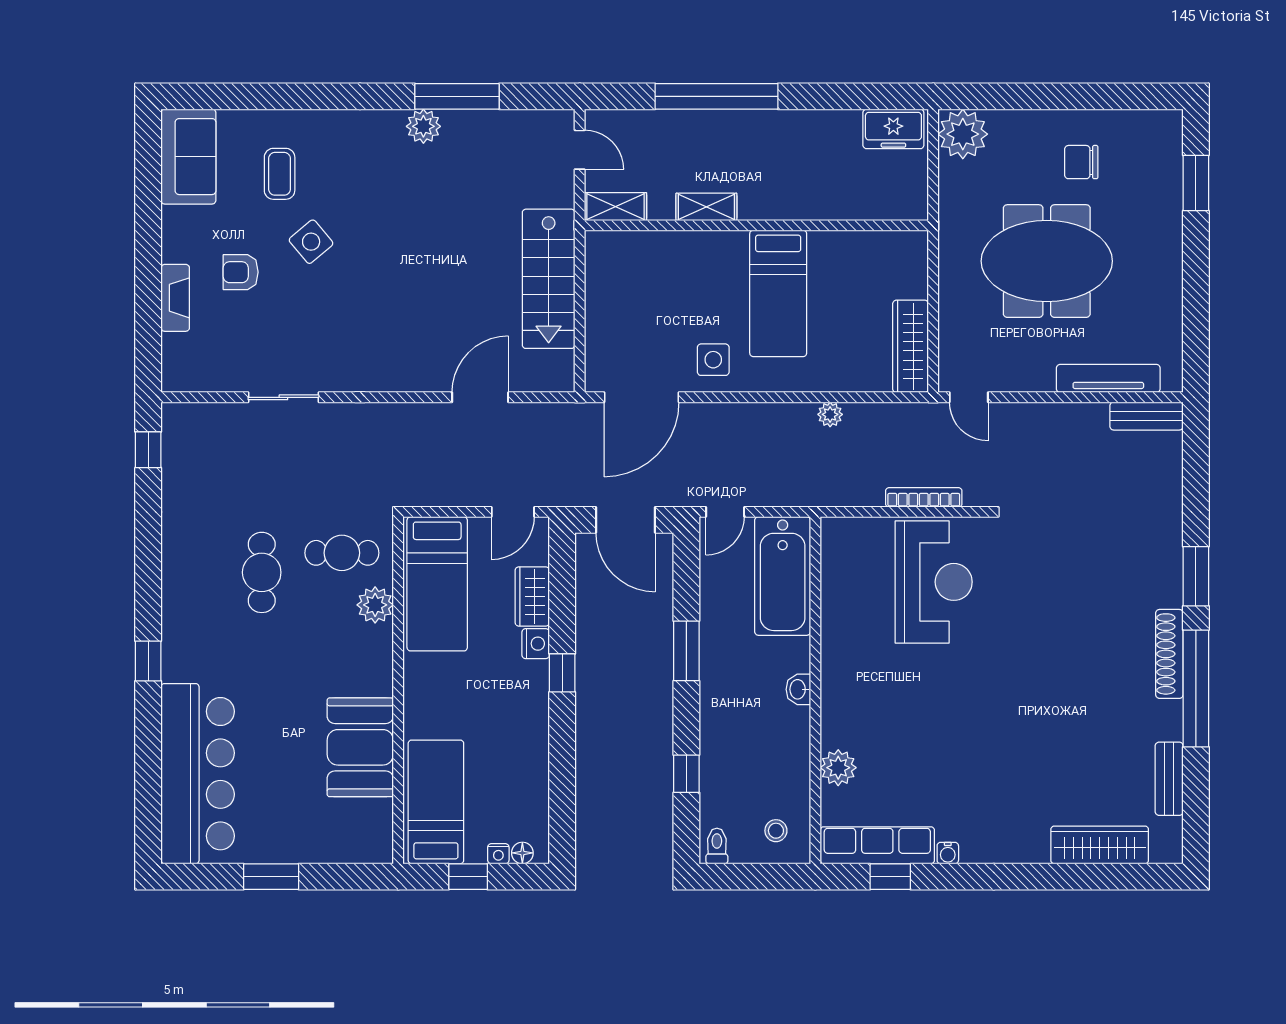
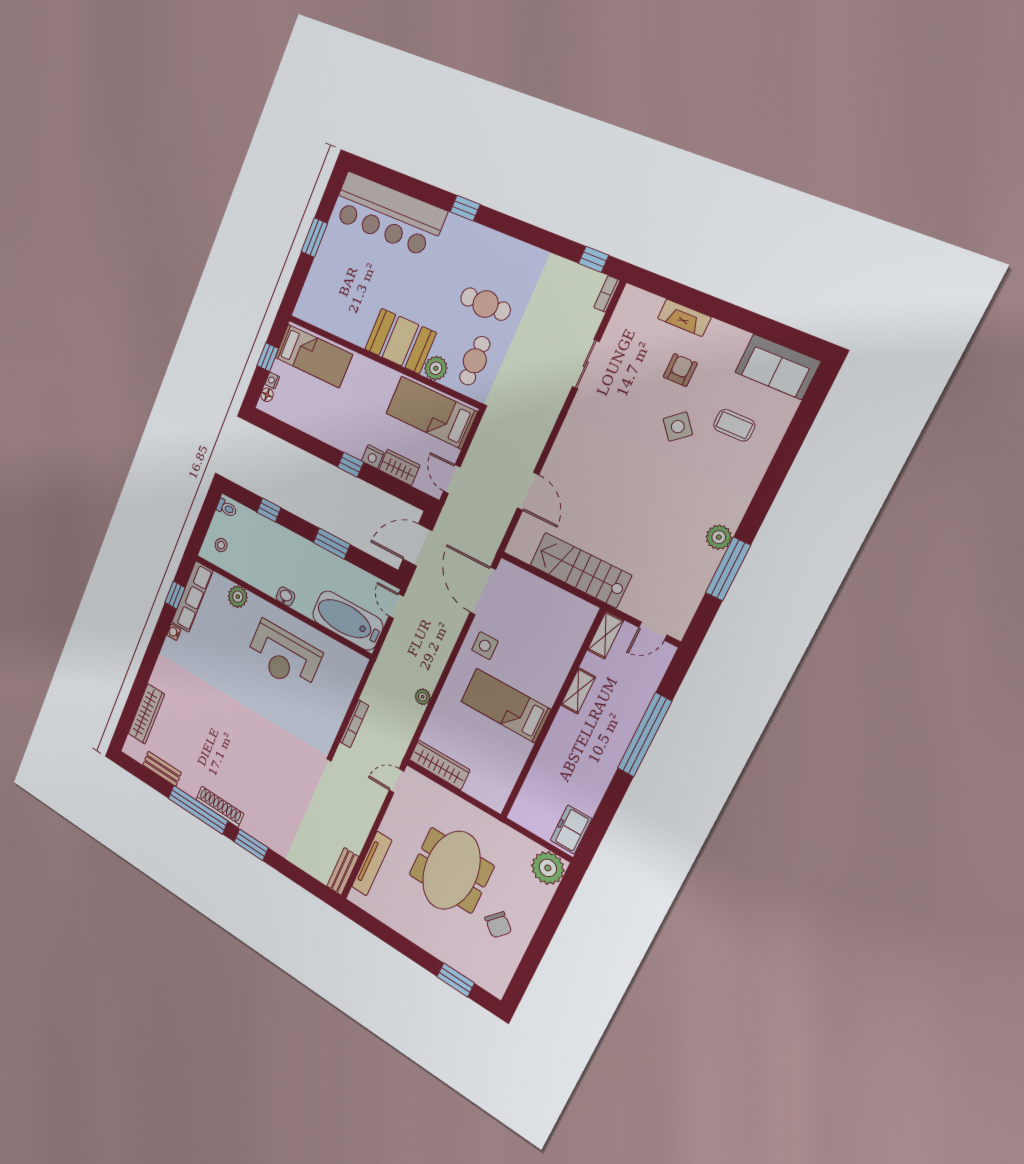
chair: (1081, 162) -> (498, 925), turned 131
bookcase: (185, 412) -> (607, 294), added
reception desk: (934, 582) -> (284, 656), moved
booth: (360, 747) -> (400, 341), moved

